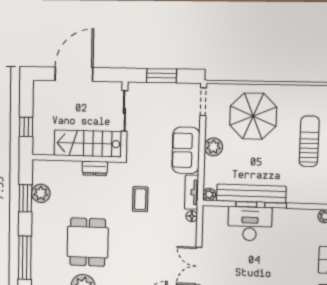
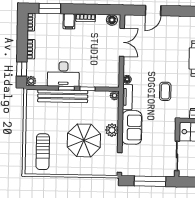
window: (162, 76) -> (150, 181), width x1.44
parasol: (253, 116) -> (84, 140), moved
sun lounger: (309, 141) -> (43, 152), moved
bench: (251, 194) -> (63, 96), moved
desk: (250, 224) -> (63, 74), moved

